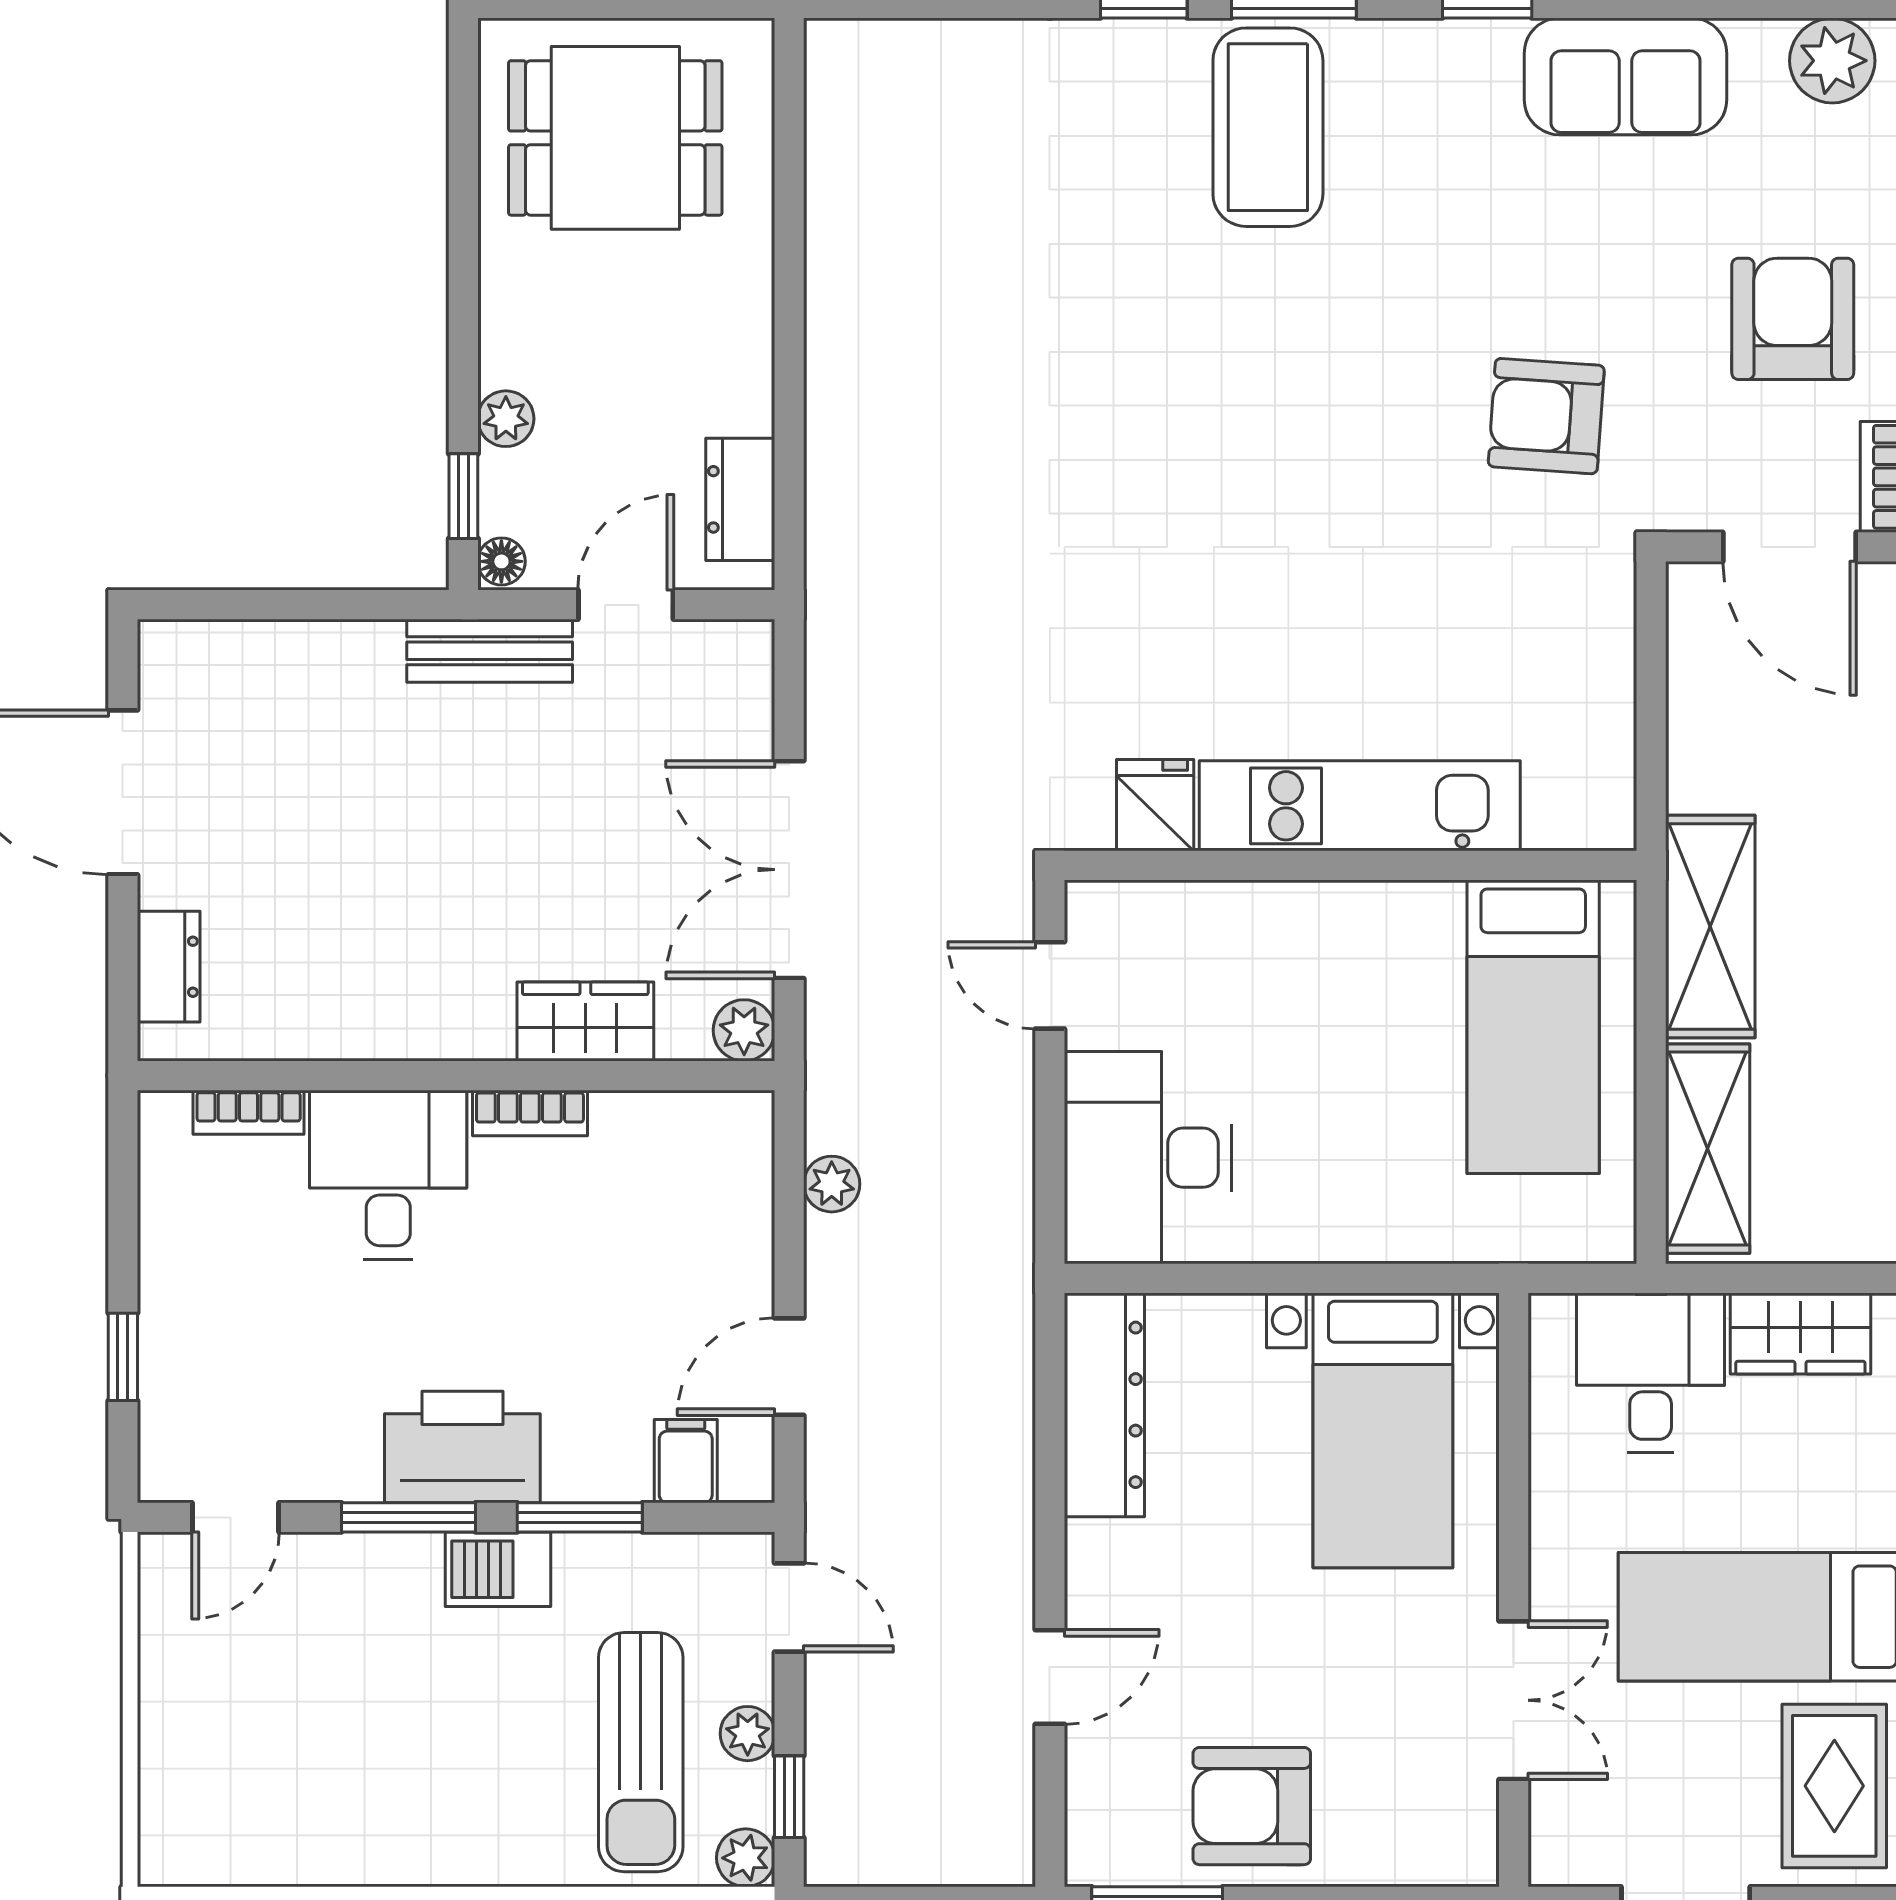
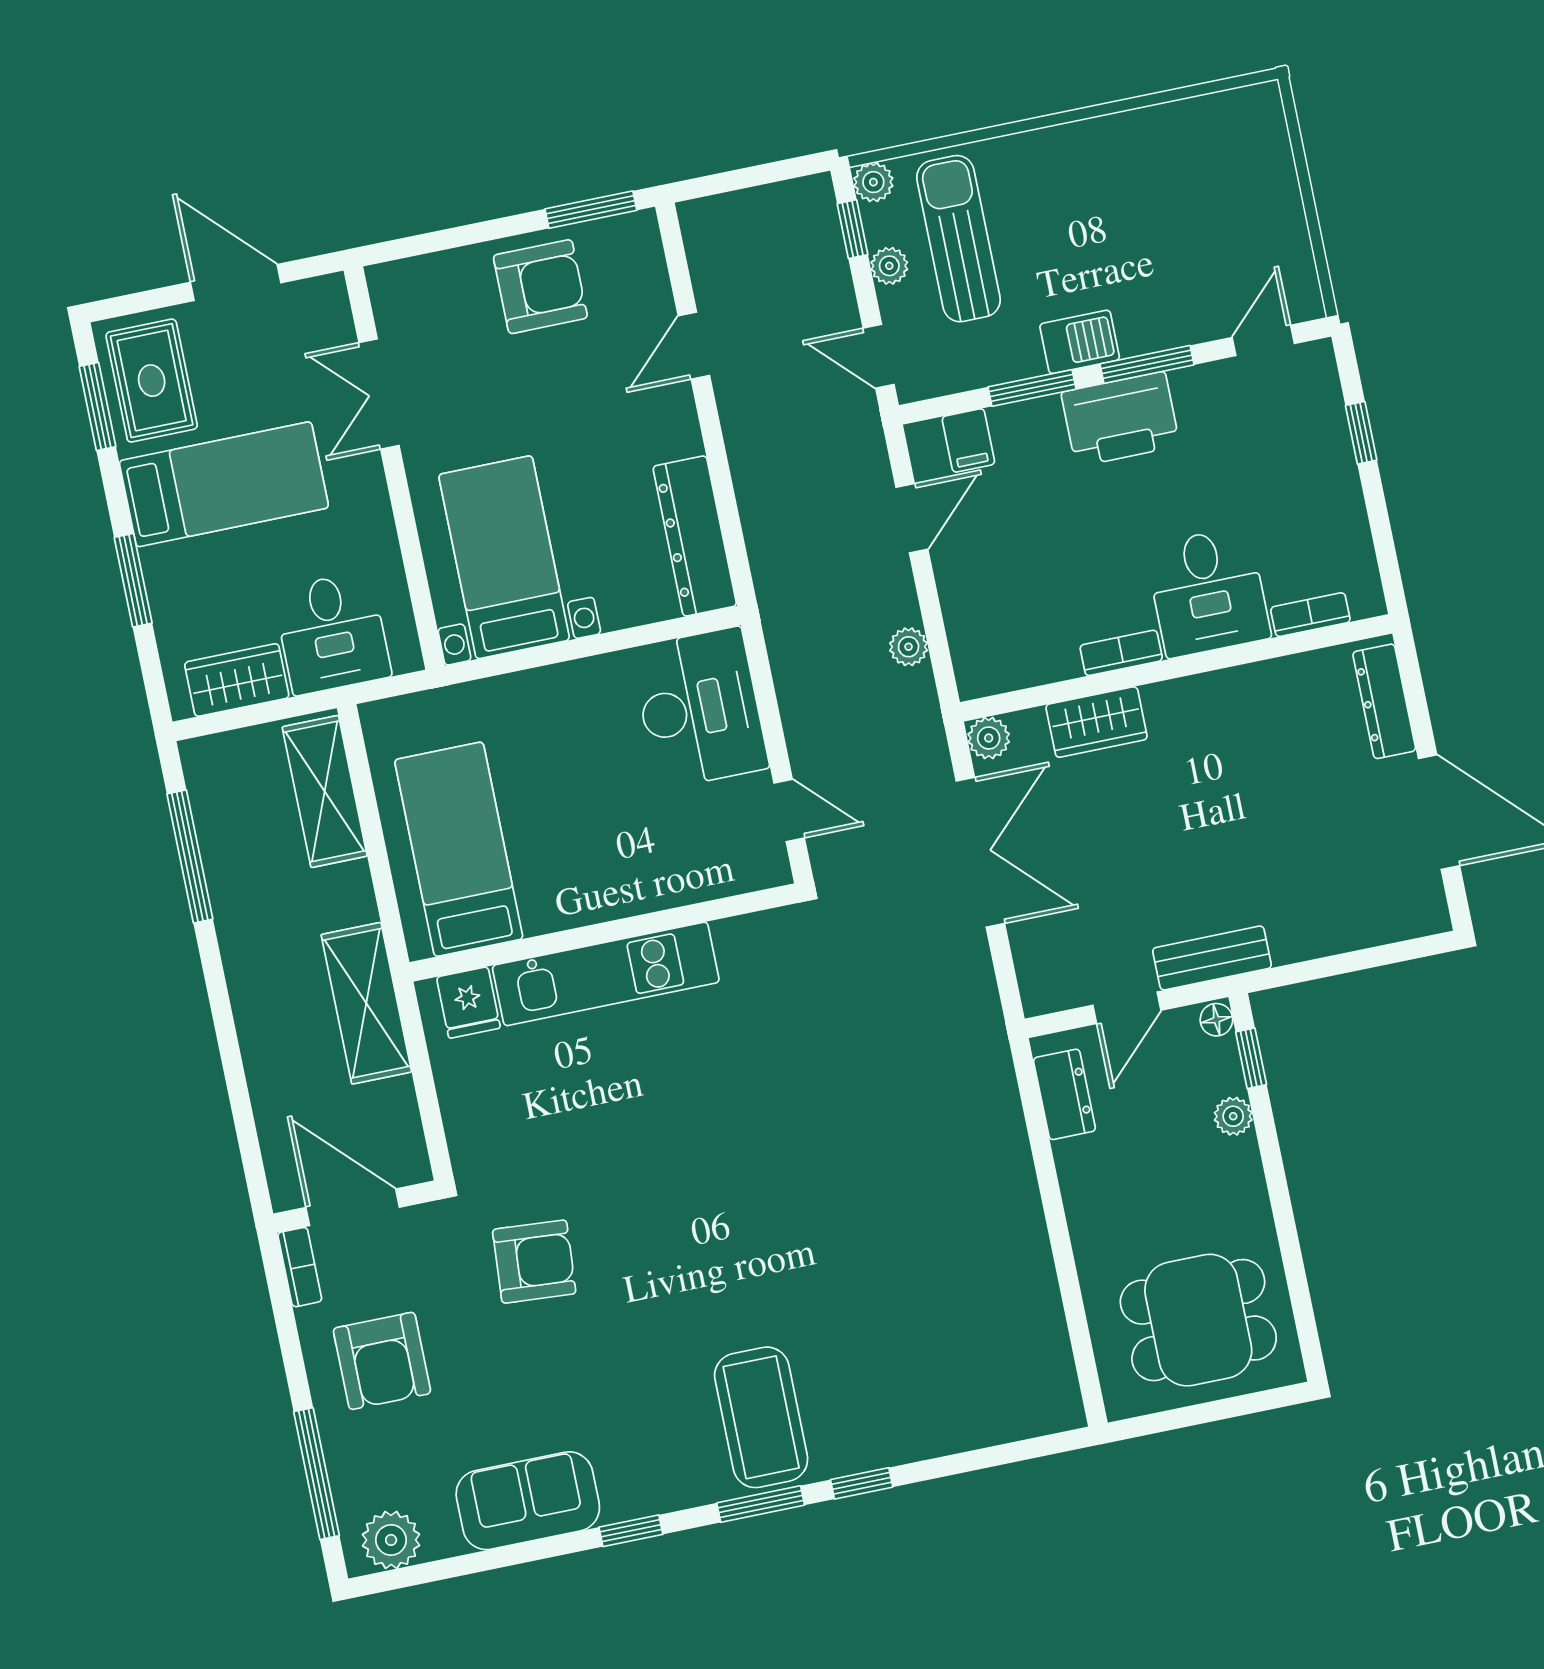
fridge: (1155, 805) -> (468, 1003), moved
shelving: (1710, 927) -> (366, 1003), moved
dresser: (169, 967) -> (1384, 701), width x1.44

